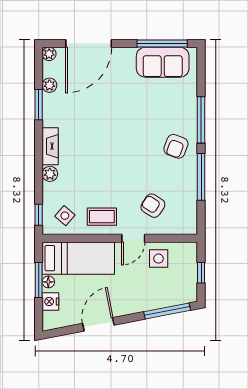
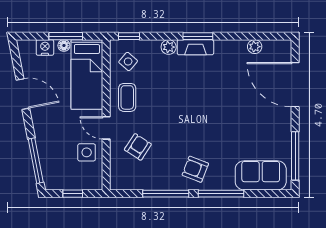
plant: (49, 54) -> (285, 46), removed
sofa: (163, 62) -> (261, 175), moved, turned 90
window: (39, 105) -> (198, 36), moved

